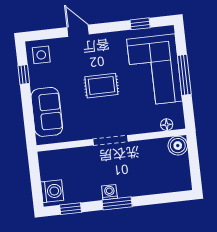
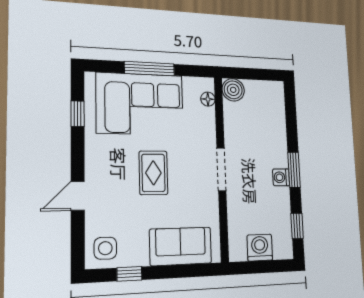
washing machine: (52, 191) -> (260, 248), moved

